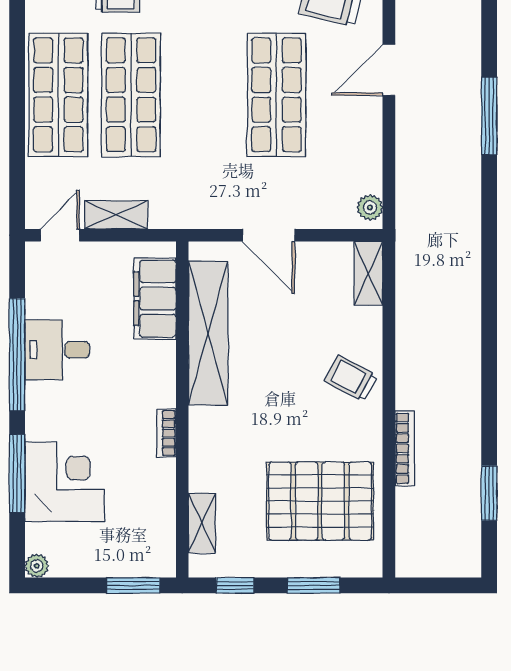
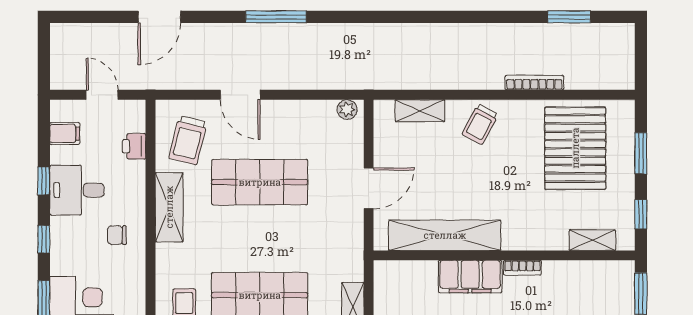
shelving: (368, 273) -> (420, 111), moved
filing cabinet: (155, 299) -> (470, 277), moved

